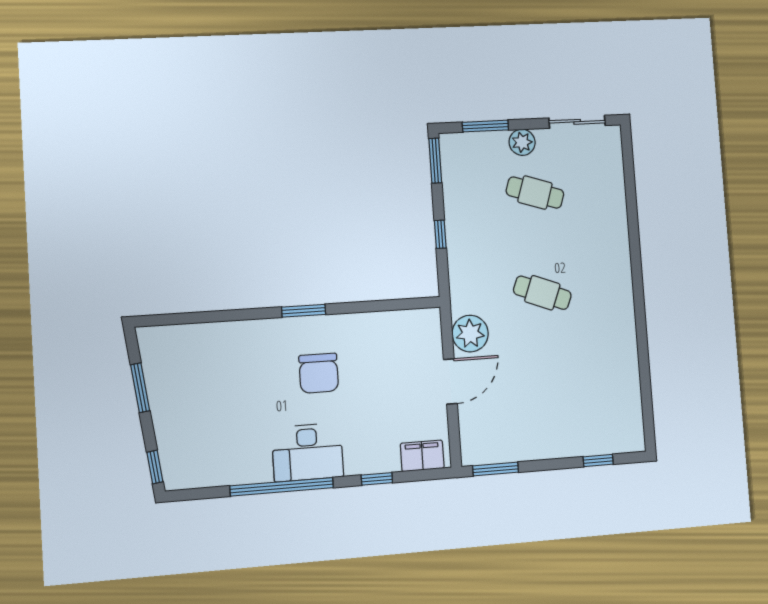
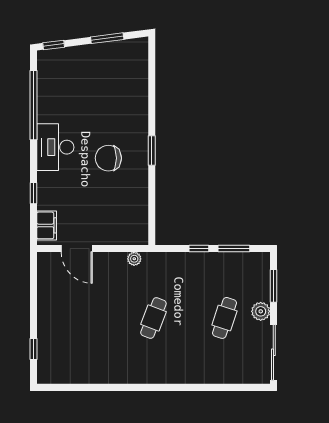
sliding door: (577, 122) -> (273, 352), width x1.37
window: (435, 161) -> (234, 249), moved
plant: (470, 334) -> (134, 259), width x0.53, depth x0.53
door: (450, 381) -> (77, 249), moved
window: (496, 469) -> (33, 276), removed
window: (282, 487) -> (33, 105), moved

